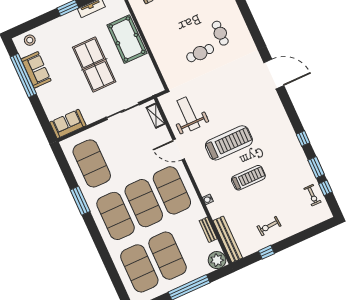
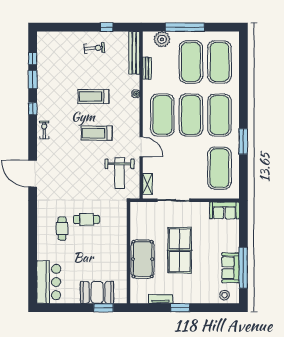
treadmill: (229, 143) -> (97, 133), width x0.73, depth x0.73
exercise bike: (312, 195) -> (44, 130), moved
plant: (217, 260) -> (162, 39), moved

